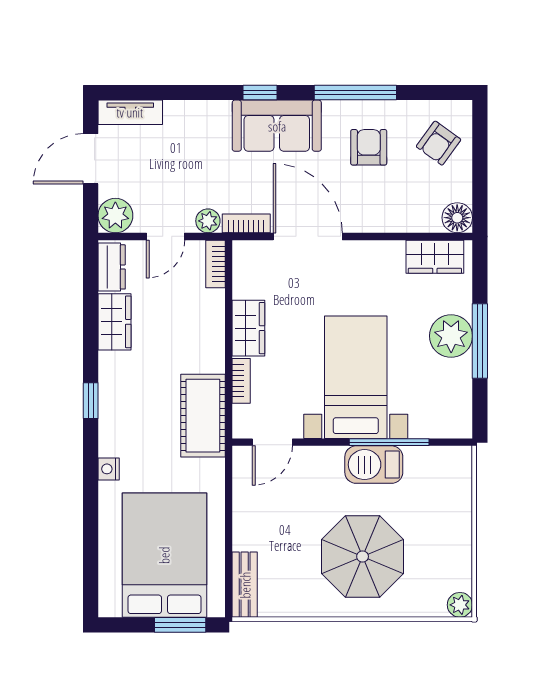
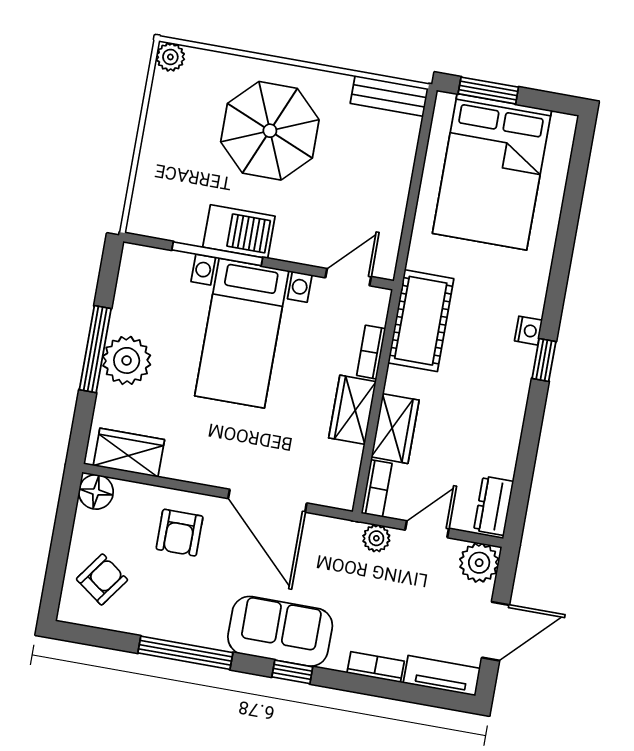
armchair: (369, 147) -> (180, 533), moved
bookcase: (246, 223) -> (376, 667), moved, turned 180
wardrobe: (114, 322) -> (395, 429), moved, turned 180
nightstand: (109, 469) -> (528, 331), moved
bench: (245, 585) -> (389, 96), moved, turned 90

